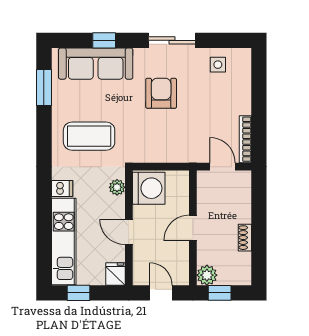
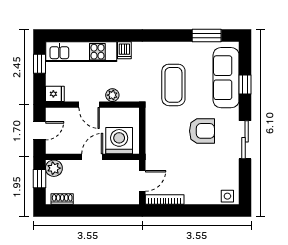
side table: (218, 65) -> (227, 196), moved
coffee table: (89, 136) -> (173, 85), moved
plant: (117, 187) -> (112, 95), moved
washing machine: (149, 188) -> (119, 141), moved, turned 180
door: (193, 228) -> (92, 157), hinge flipped
door: (129, 232) -> (89, 105), swing flipped
shoe rack: (245, 238) -> (62, 199), moved

